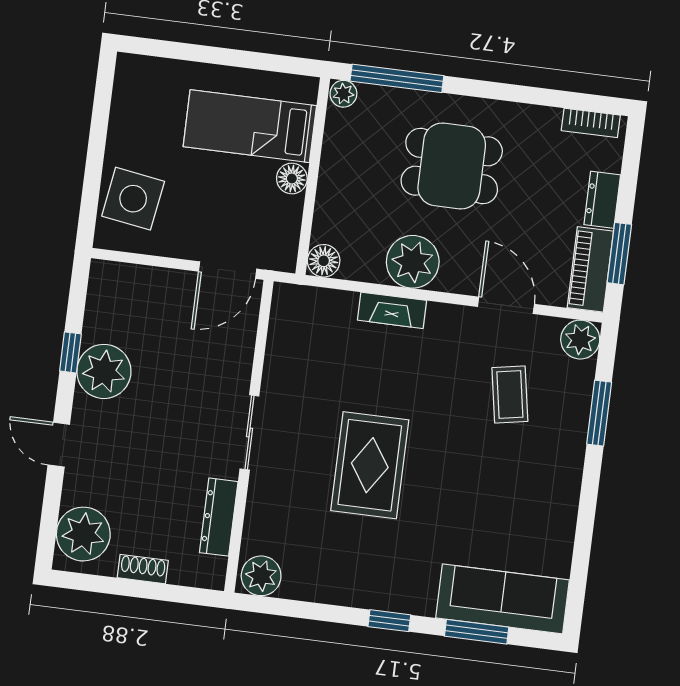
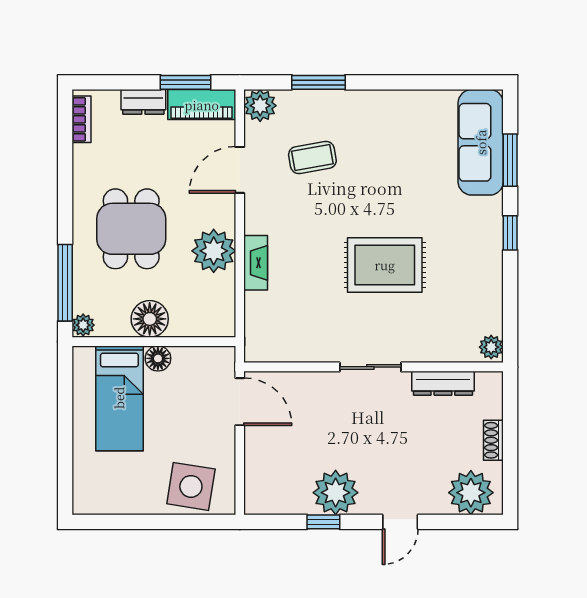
floor lamp: (324, 261) -> (150, 319), moved, width x1.38, depth x1.38
plant: (261, 576) -> (491, 347), width x0.73, depth x0.73

